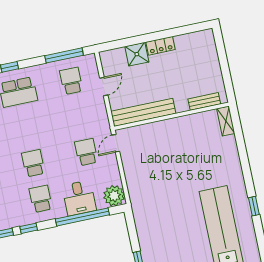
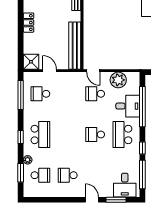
shower: (137, 54) -> (31, 62), moved
plant: (114, 196) -> (118, 80), moved
school desk: (41, 199) -> (122, 134), width x1.85

